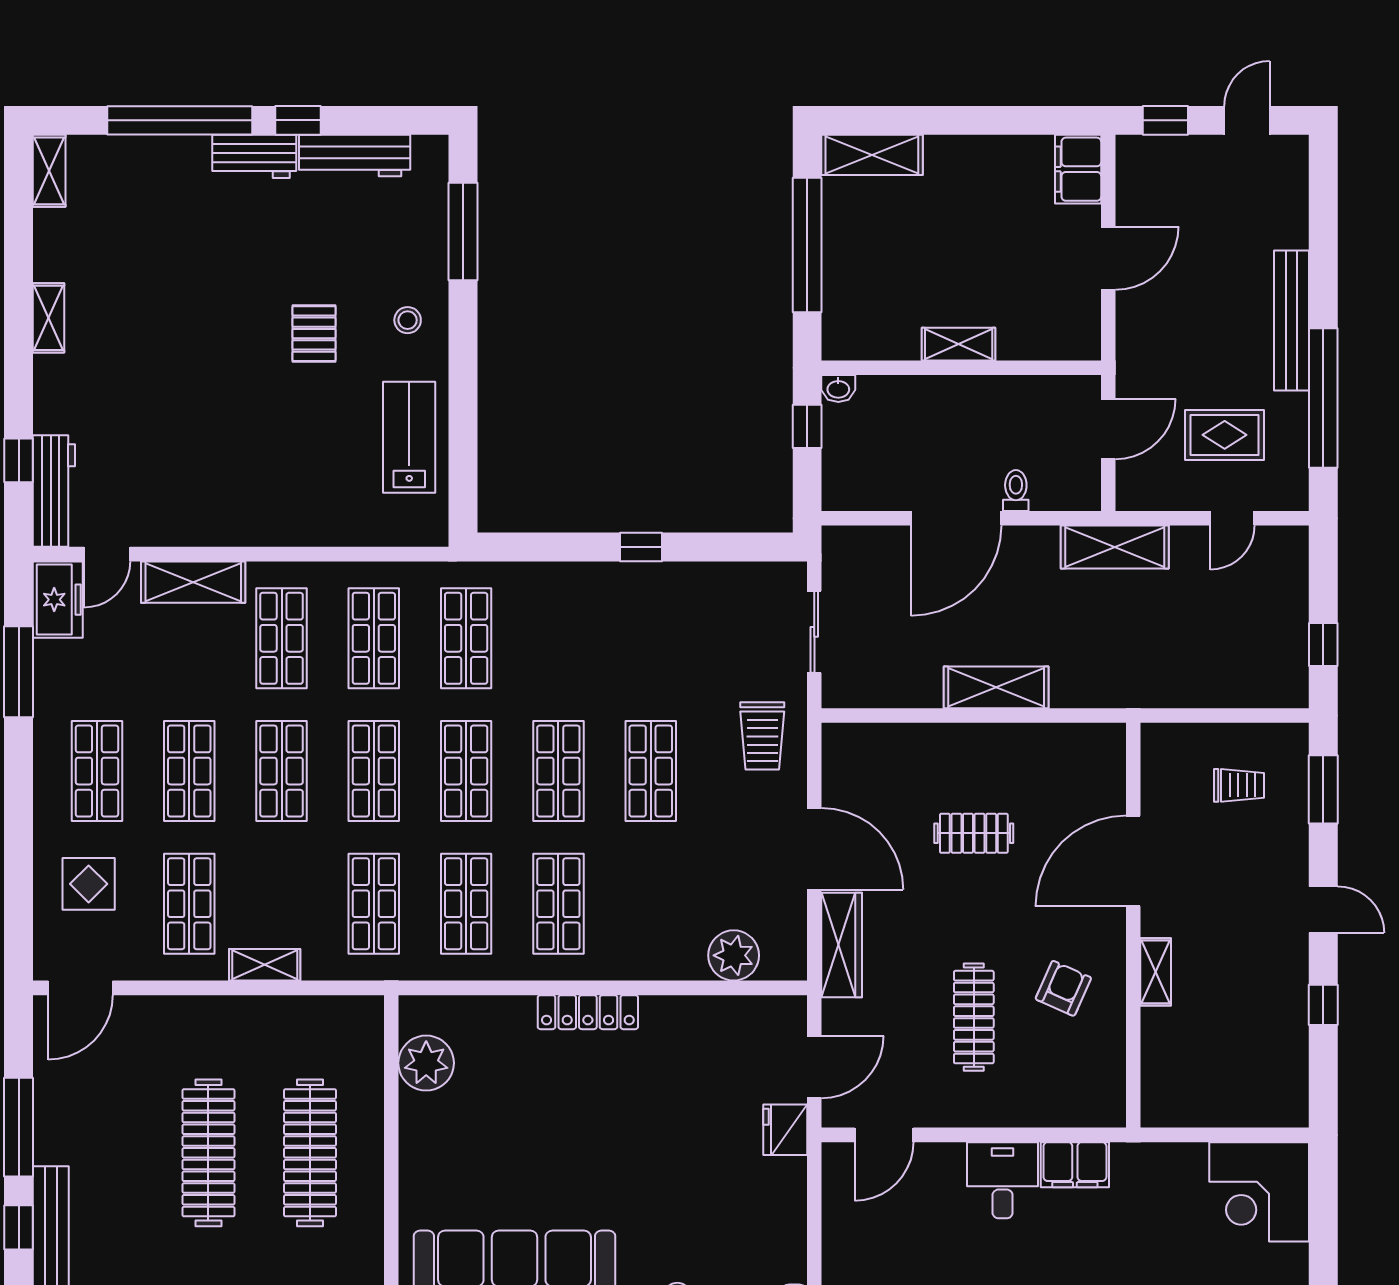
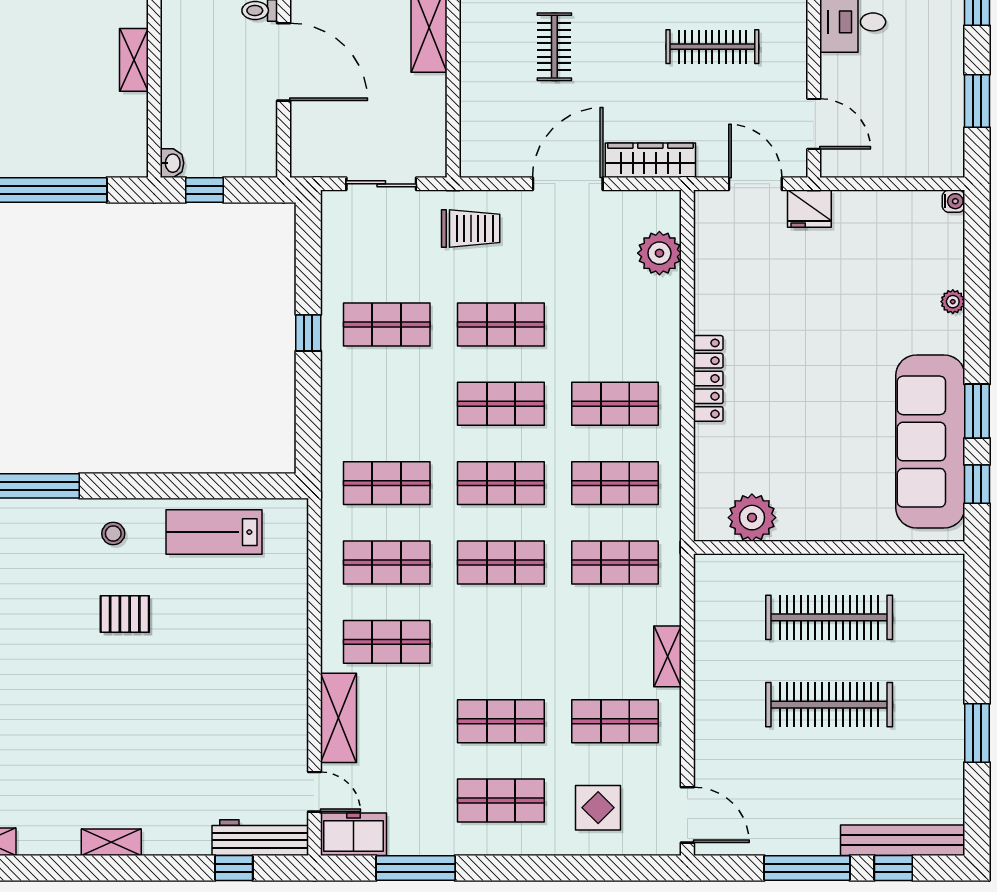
shop shelf: (282, 771) -> (387, 324), moved

